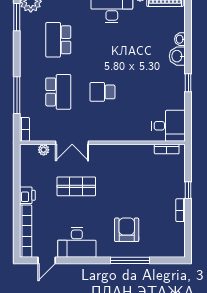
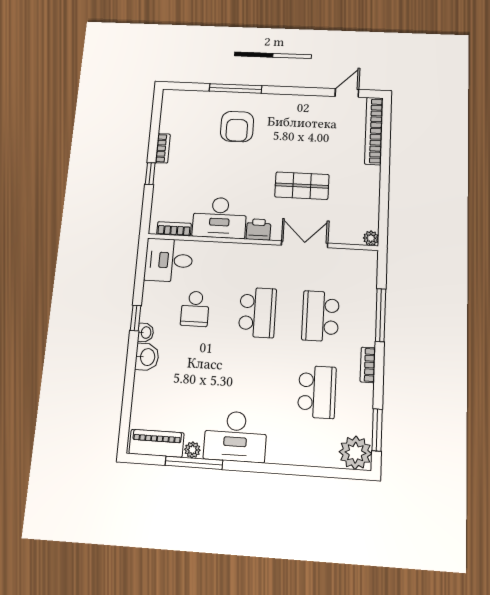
washbasin: (180, 39) -> (146, 333), moved
school desk: (102, 92) -> (257, 312), width x1.85
school desk: (147, 92) -> (195, 309), added
bookcase: (24, 129) -> (368, 365), moved
plant: (44, 150) -> (371, 238), moved
printer: (27, 195) -> (258, 229), moved, turned 90
desk: (77, 242) -> (220, 218), moved, turned 180

